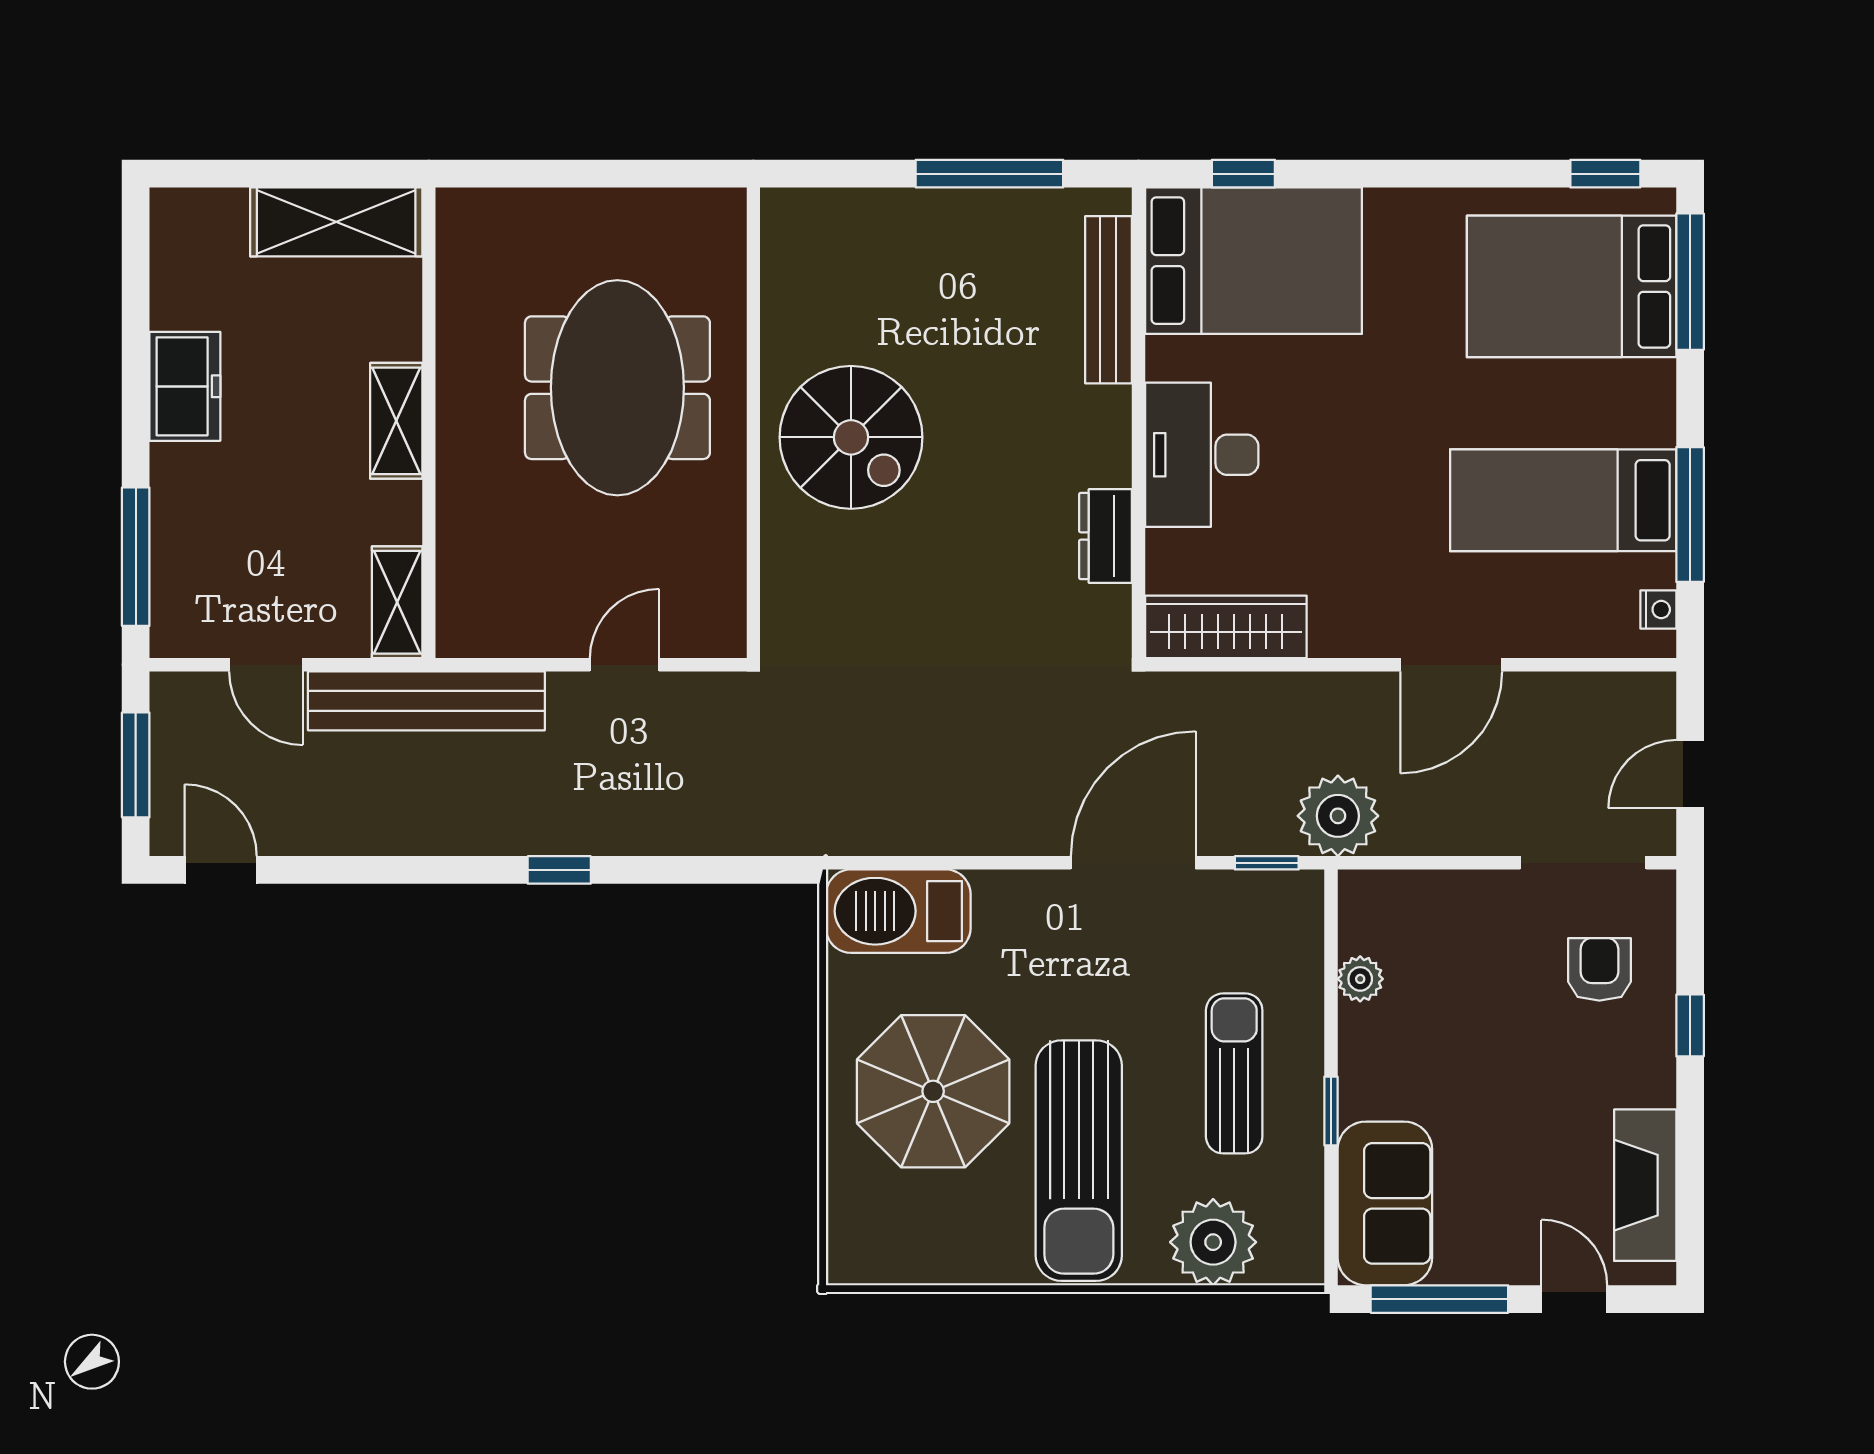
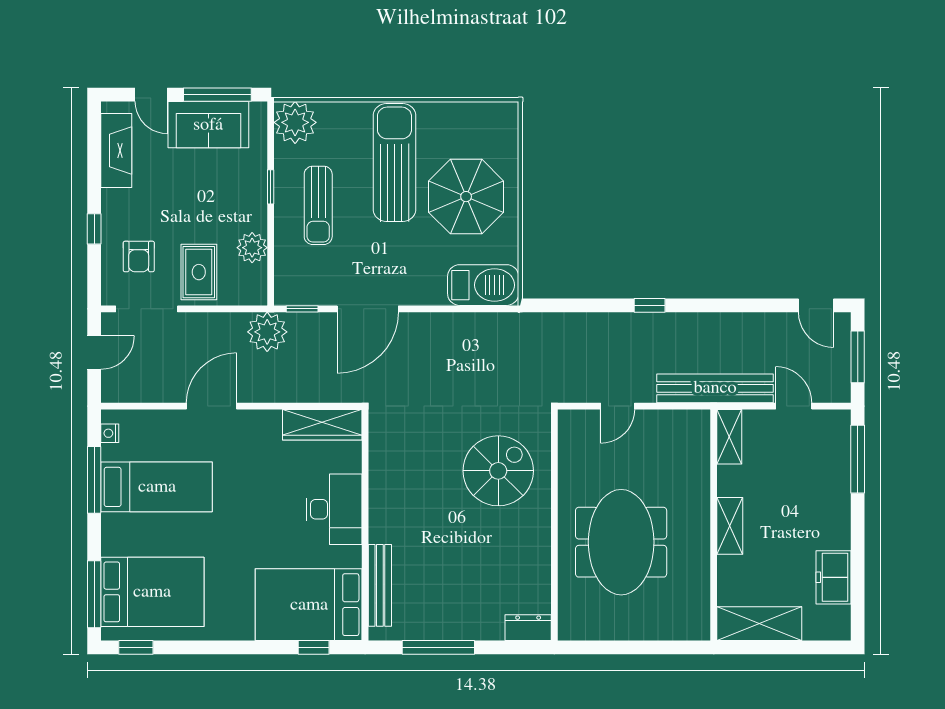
freezer: (185, 386) -> (834, 577), moved
spiral stairs: (851, 437) -> (498, 471), moved, turned 90
dresser: (1105, 536) -> (528, 628), moved, turned -90
rug: (1477, 938) -> (199, 272), added
plant: (1360, 979) -> (252, 248), width x1.38, depth x1.38
sofa: (1385, 1203) -> (208, 125), moved, turned -90
plant: (1213, 1242) -> (295, 122), moved

